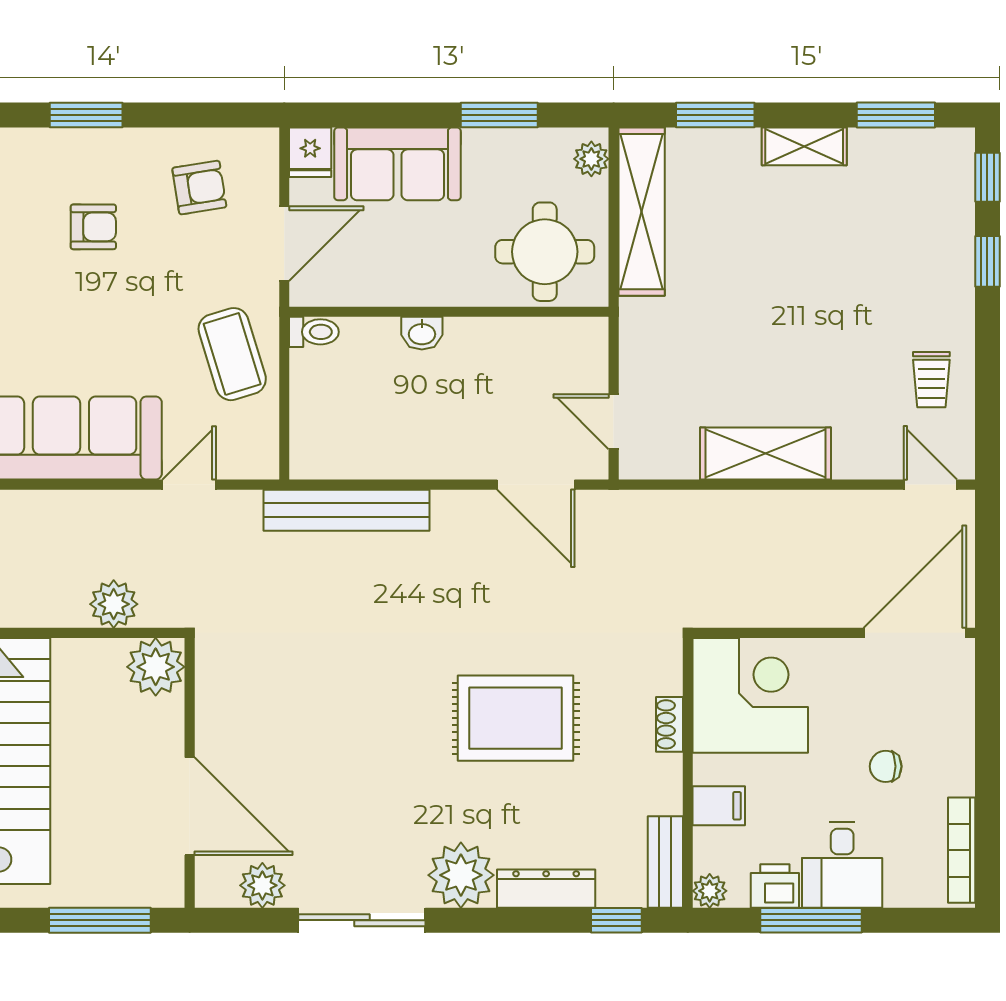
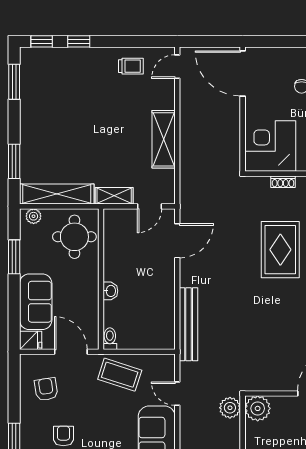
shelving: (804, 146) -> (114, 196), moved, turned 90
coffee table: (232, 354) -> (120, 375), turned 35
plant: (114, 604) -> (230, 408), moved

